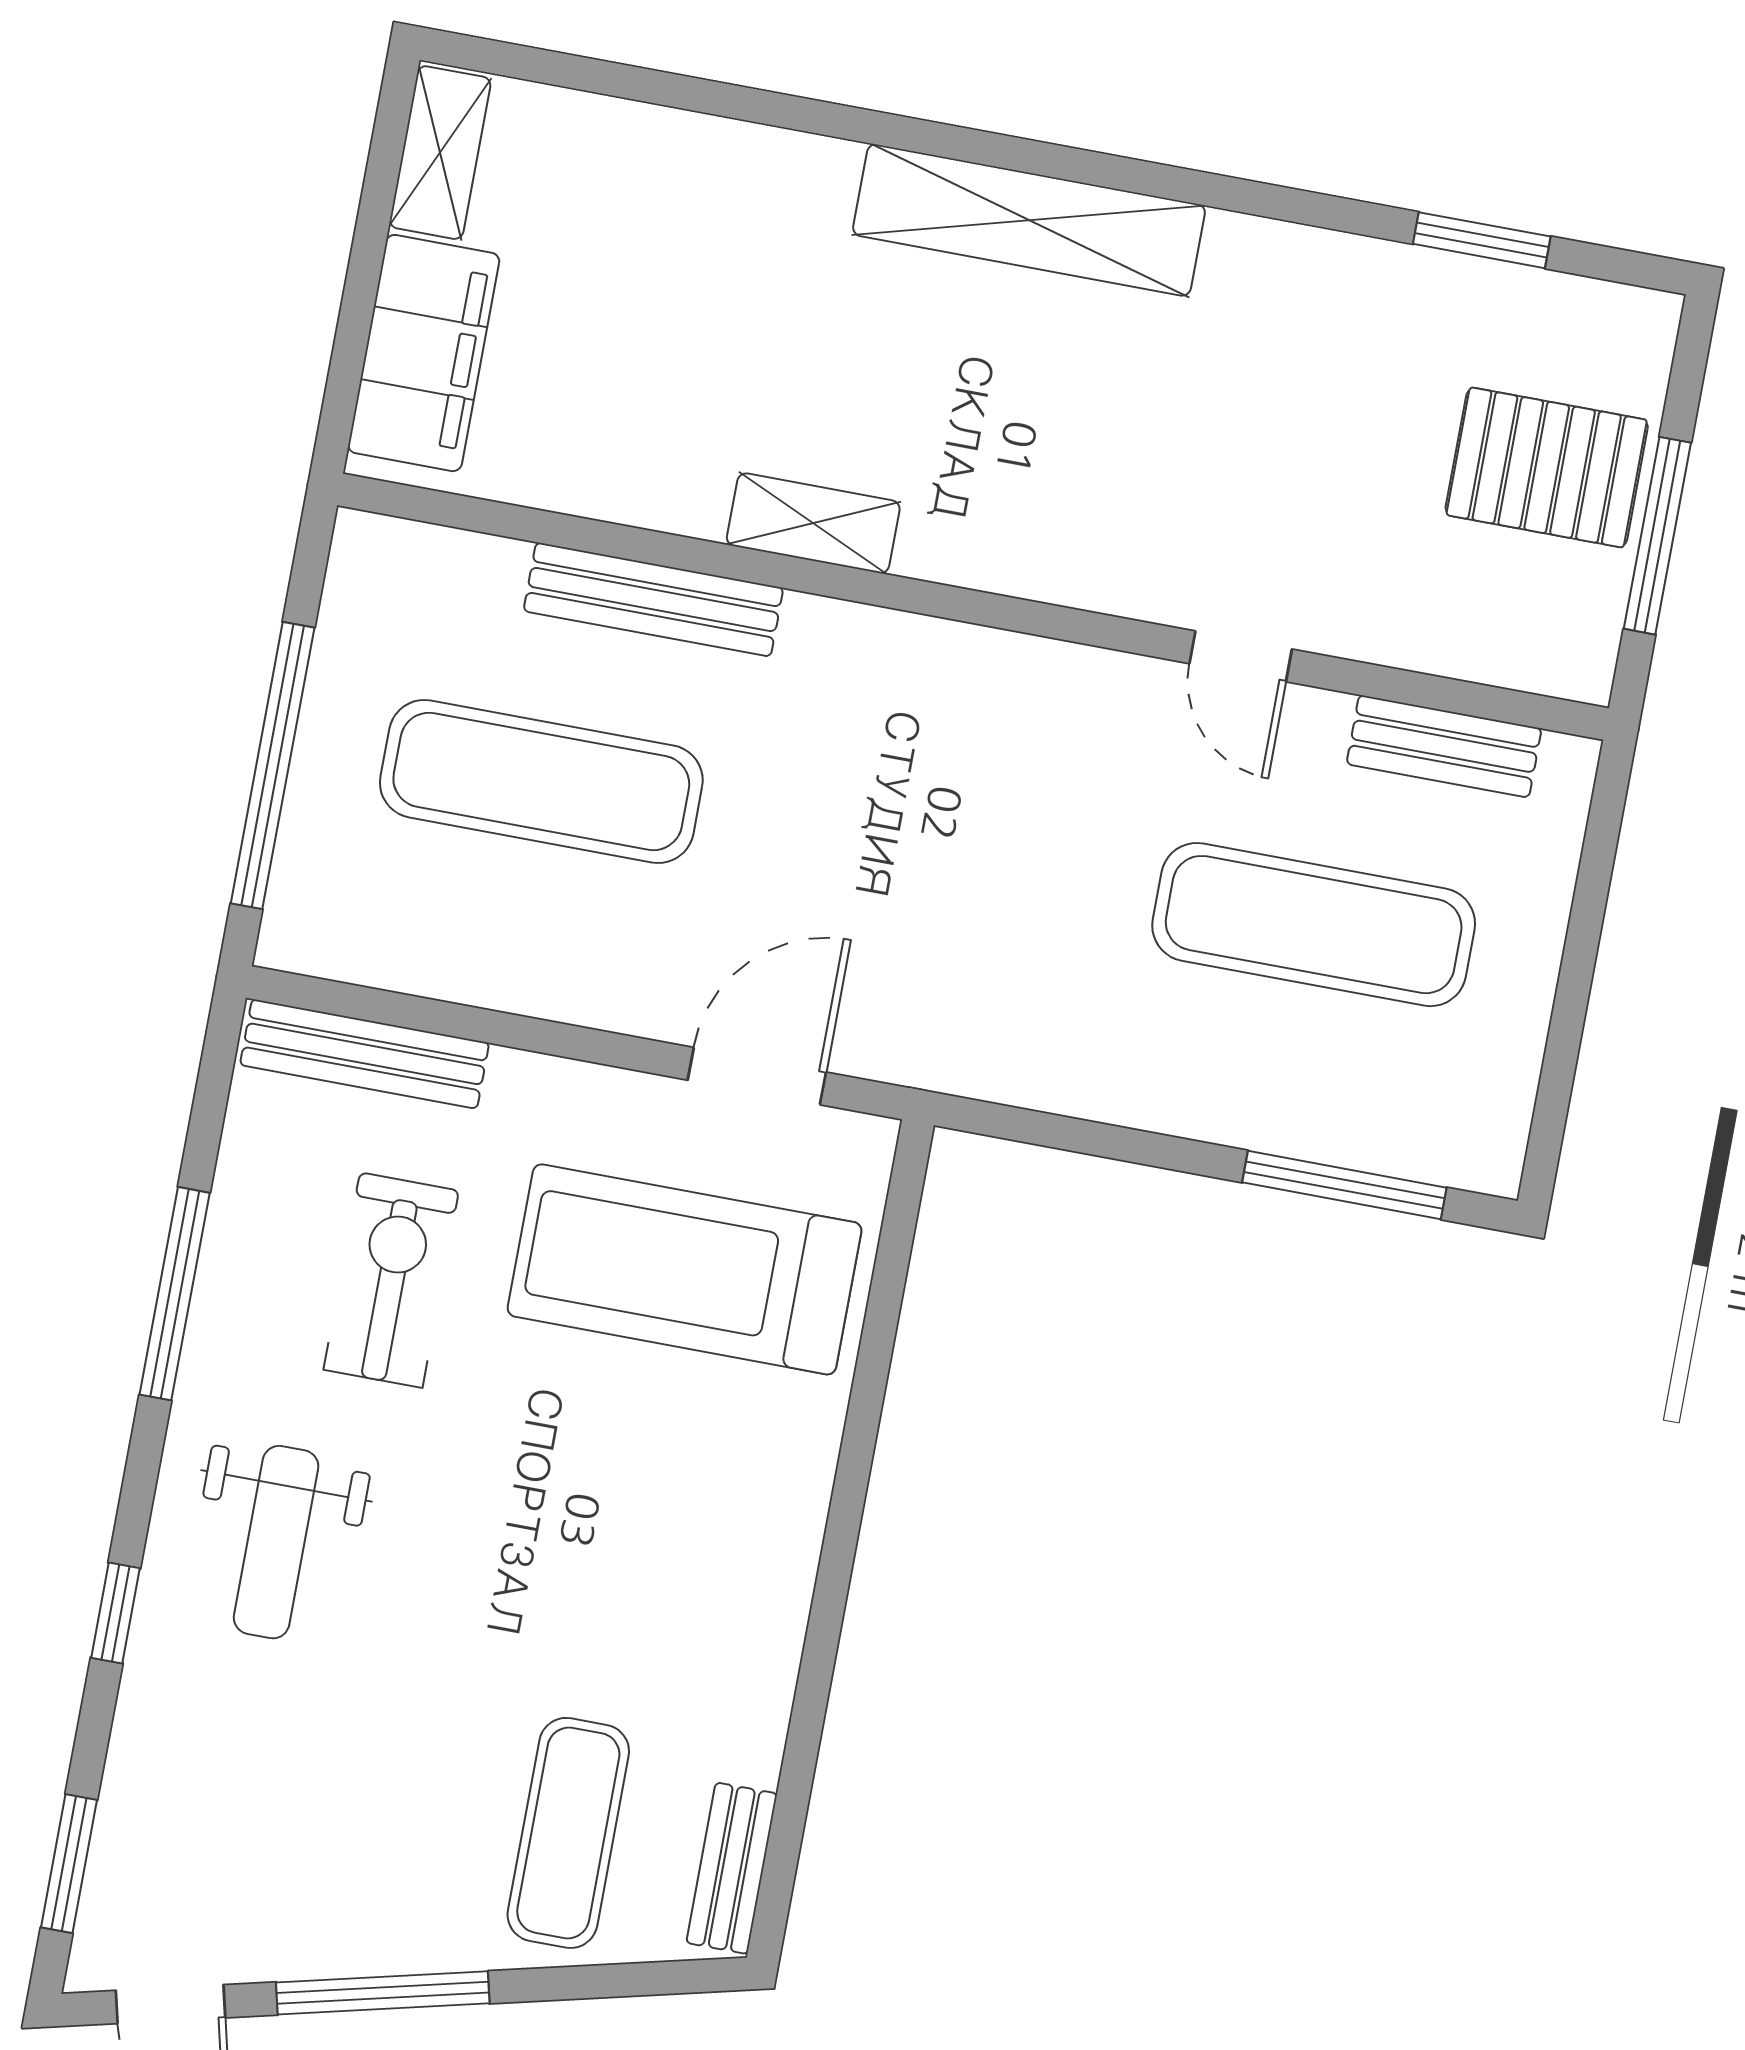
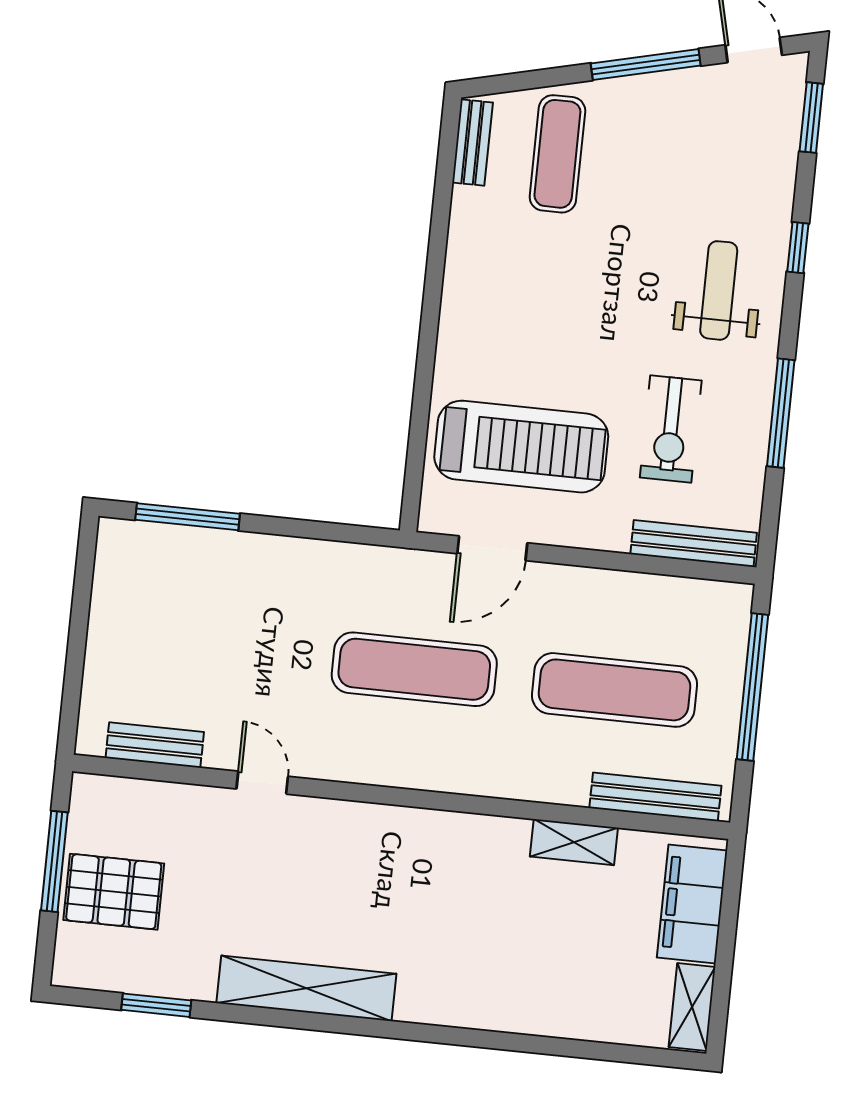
shelving: (1029, 220) -> (306, 988), moved
shelving: (813, 523) -> (574, 842), moved
bench: (653, 600) -> (655, 797), moved
exercise mat: (1314, 925) -> (414, 669), moved

